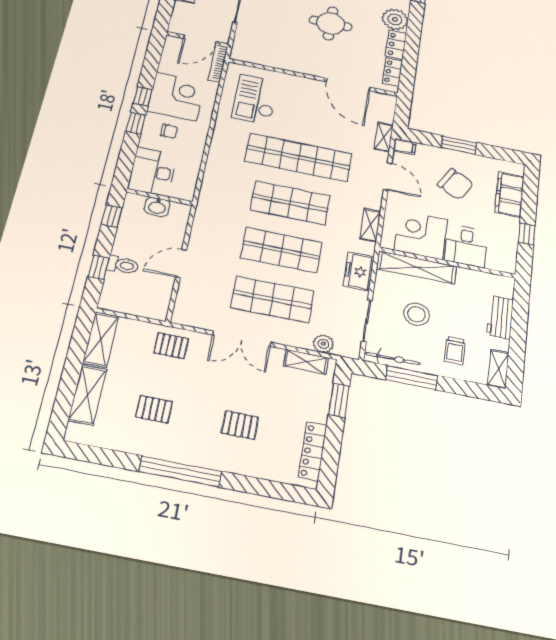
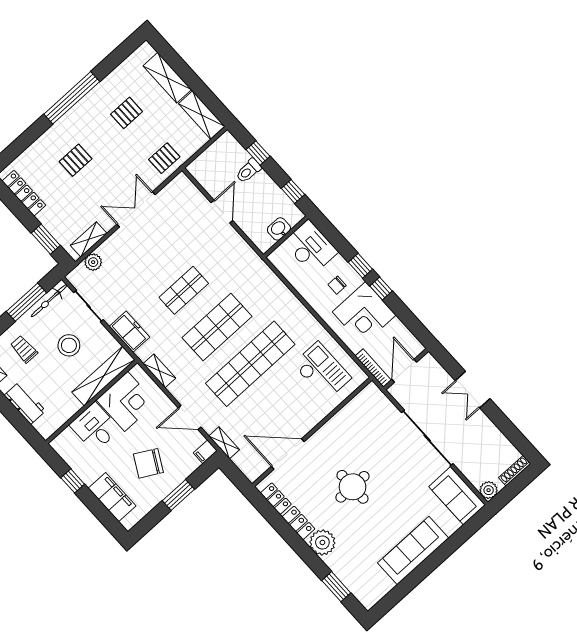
shop shelf: (282, 250) -> (184, 290), width x0.70, depth x0.74
shop shelf: (272, 299) -> (150, 254), removed

